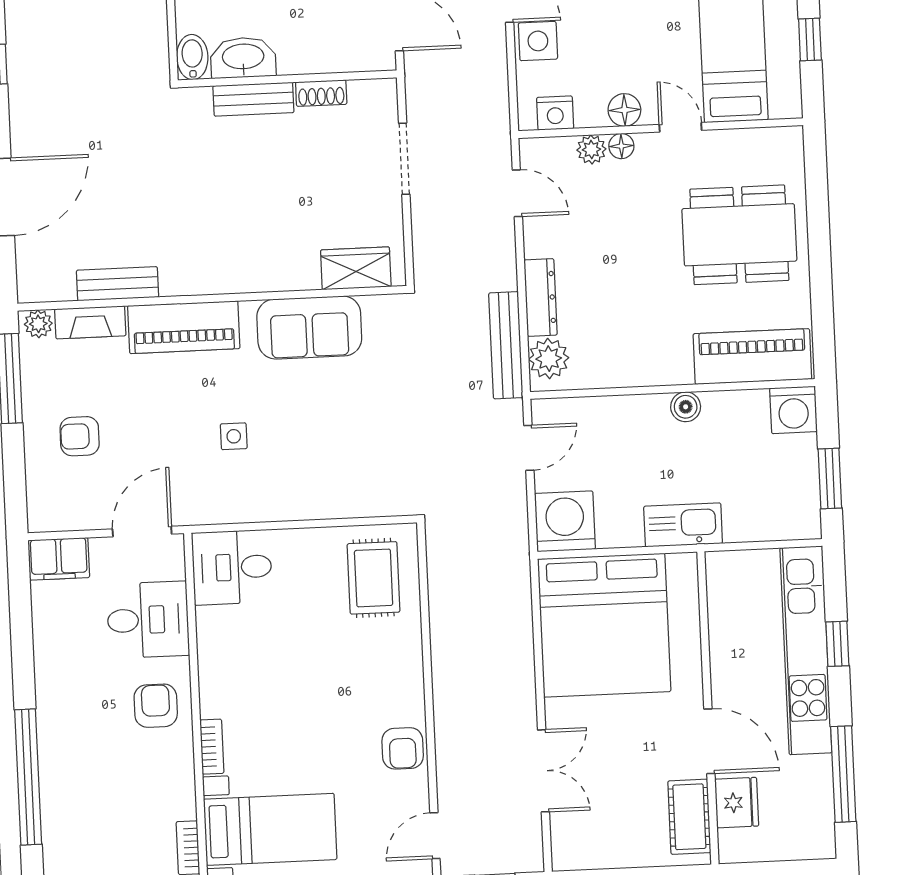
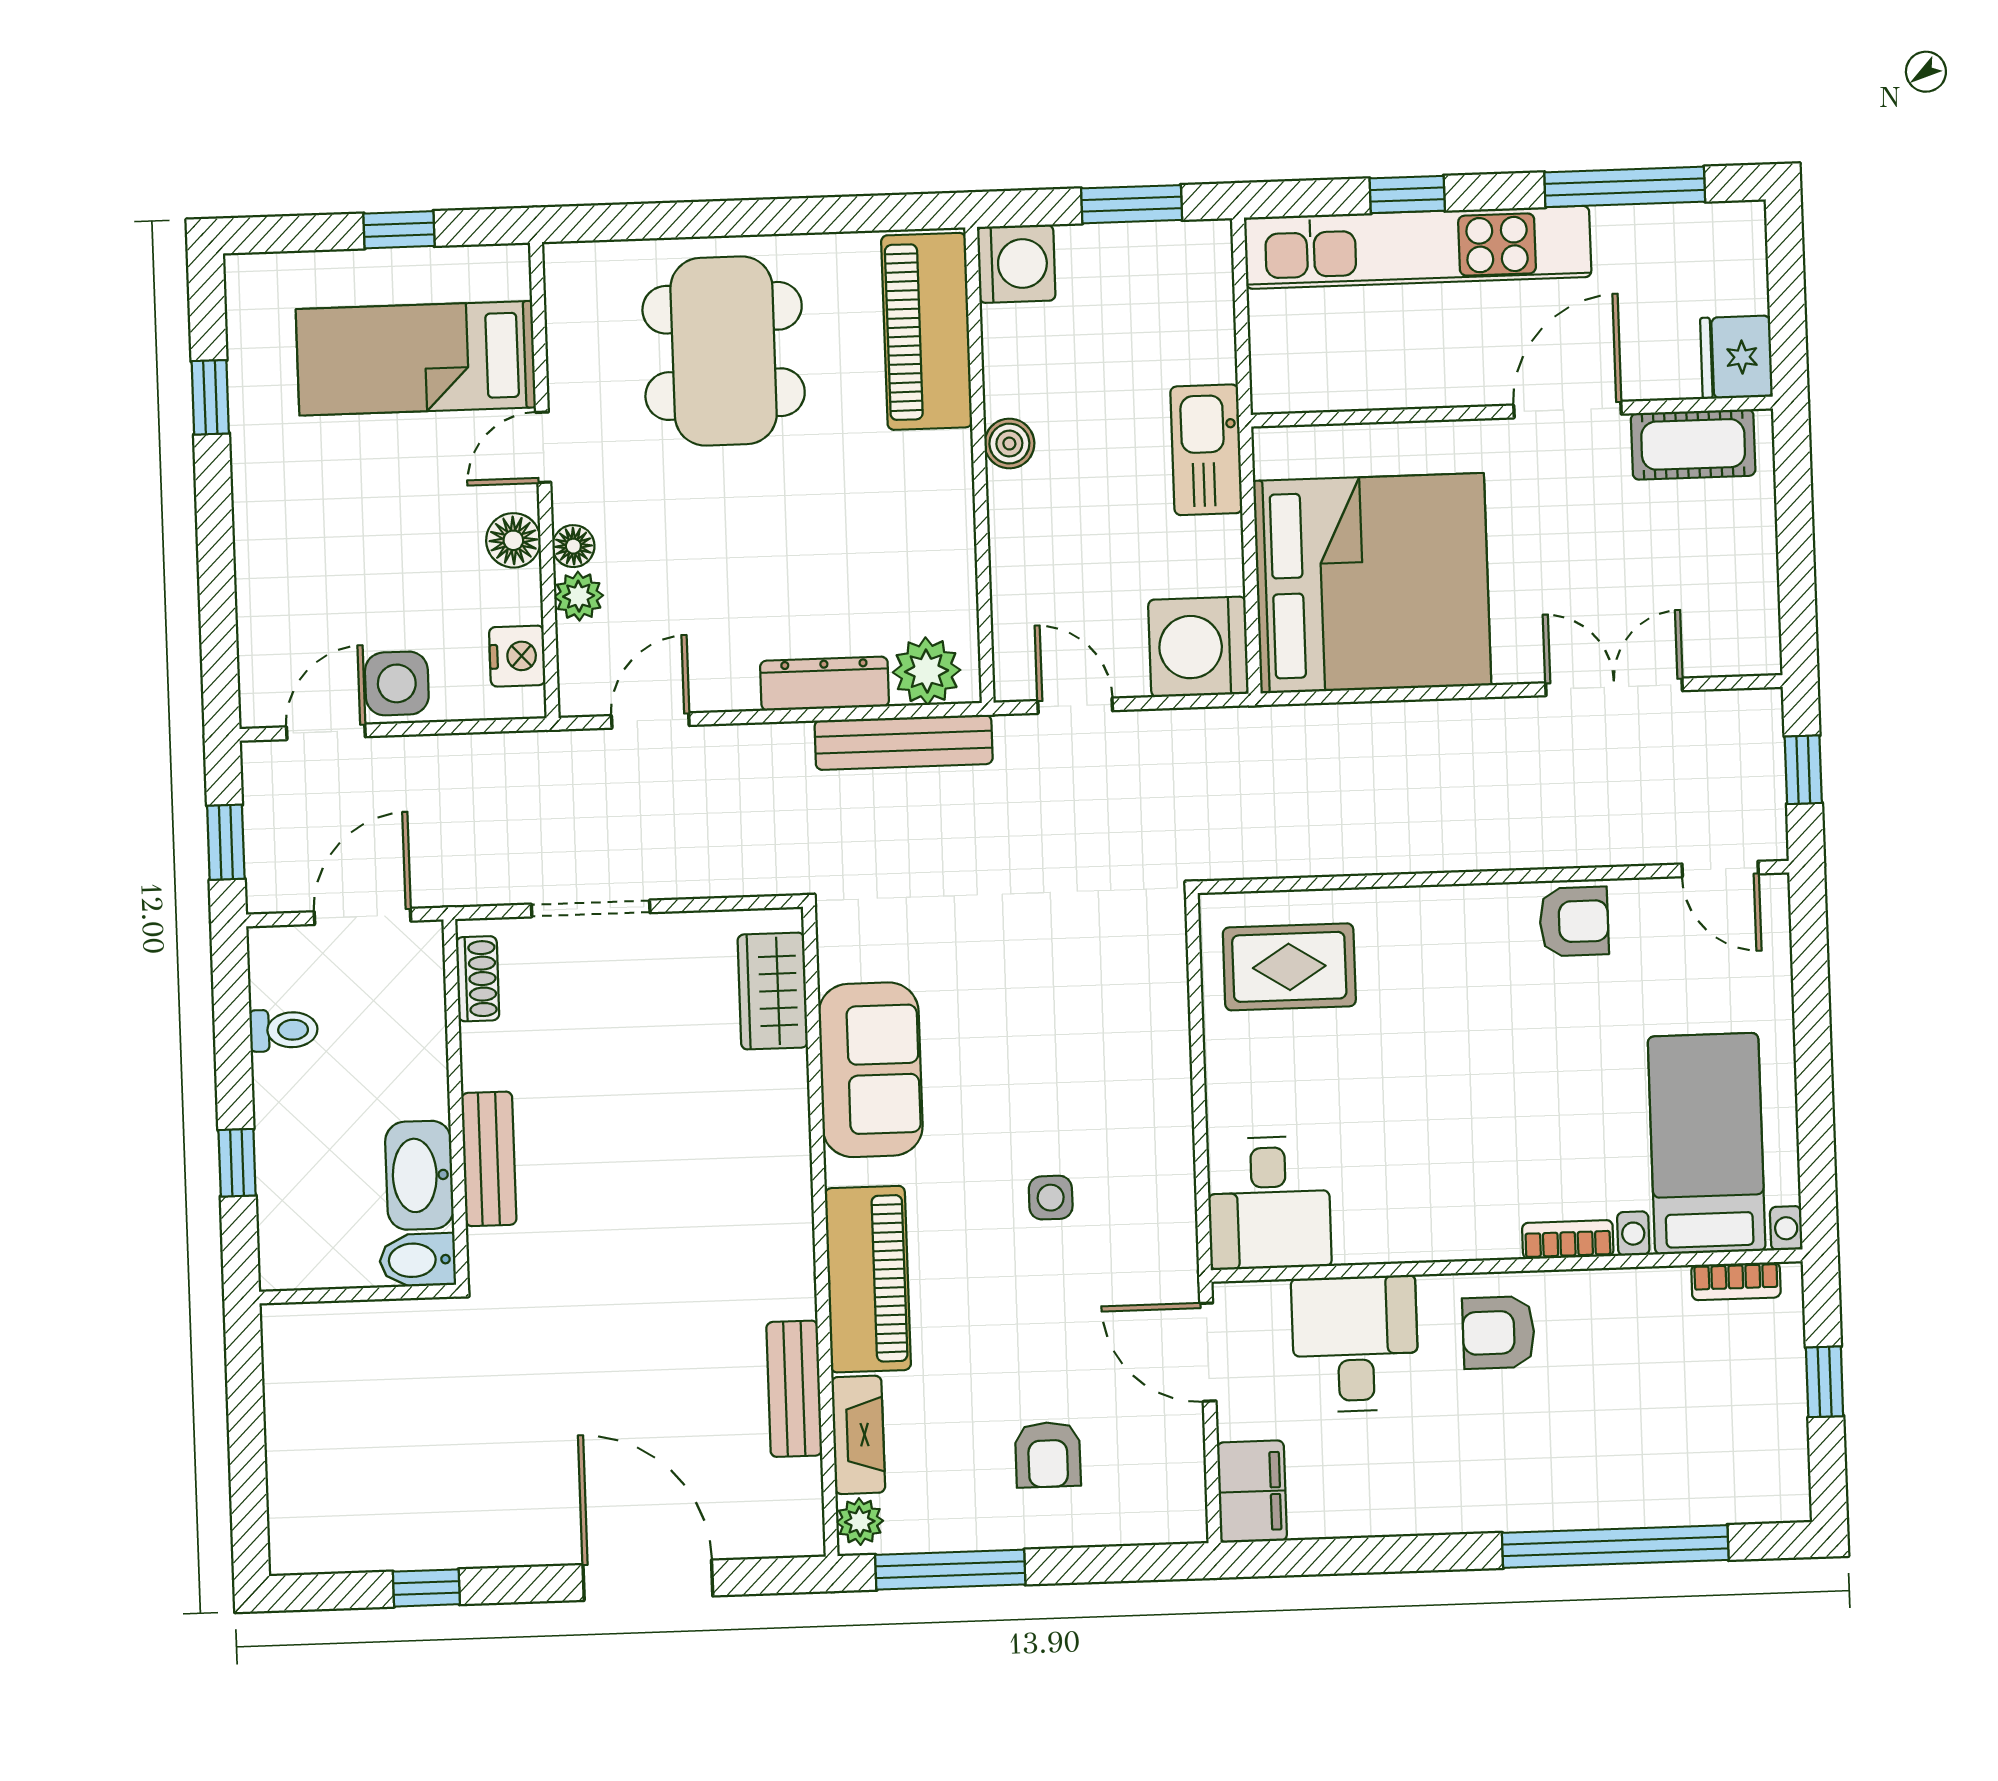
shoe rack: (321, 93) -> (478, 979), moved
fridge: (737, 803) -> (1736, 357), moved, turned -90

